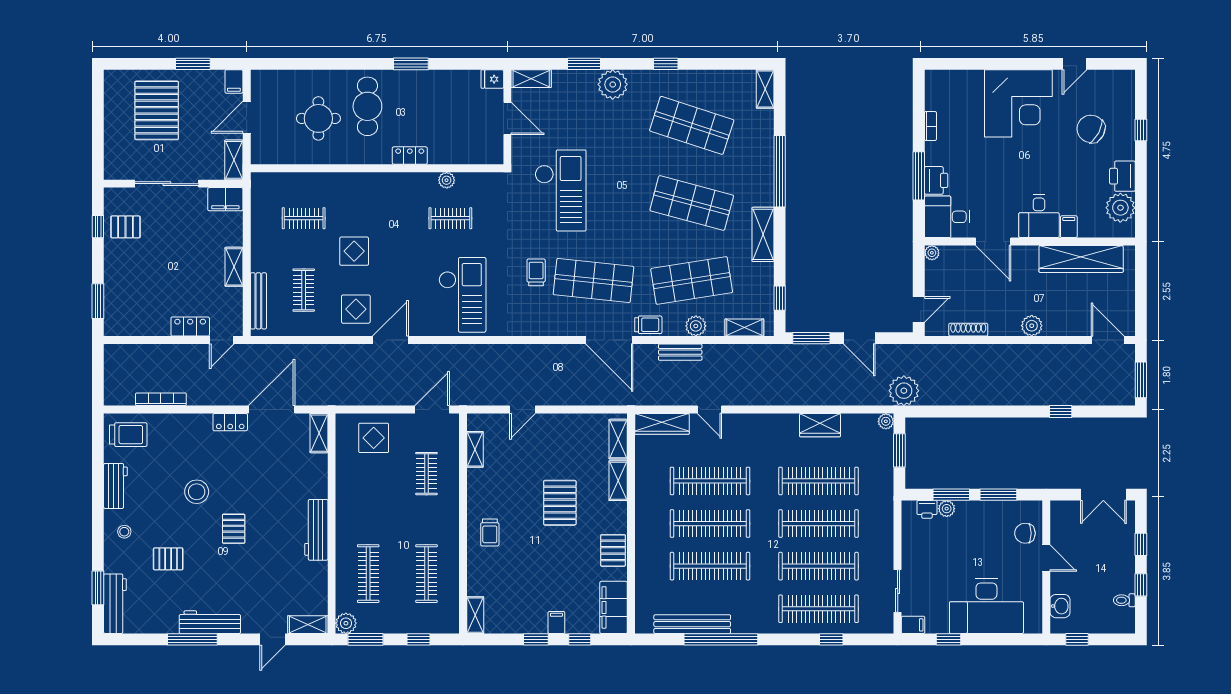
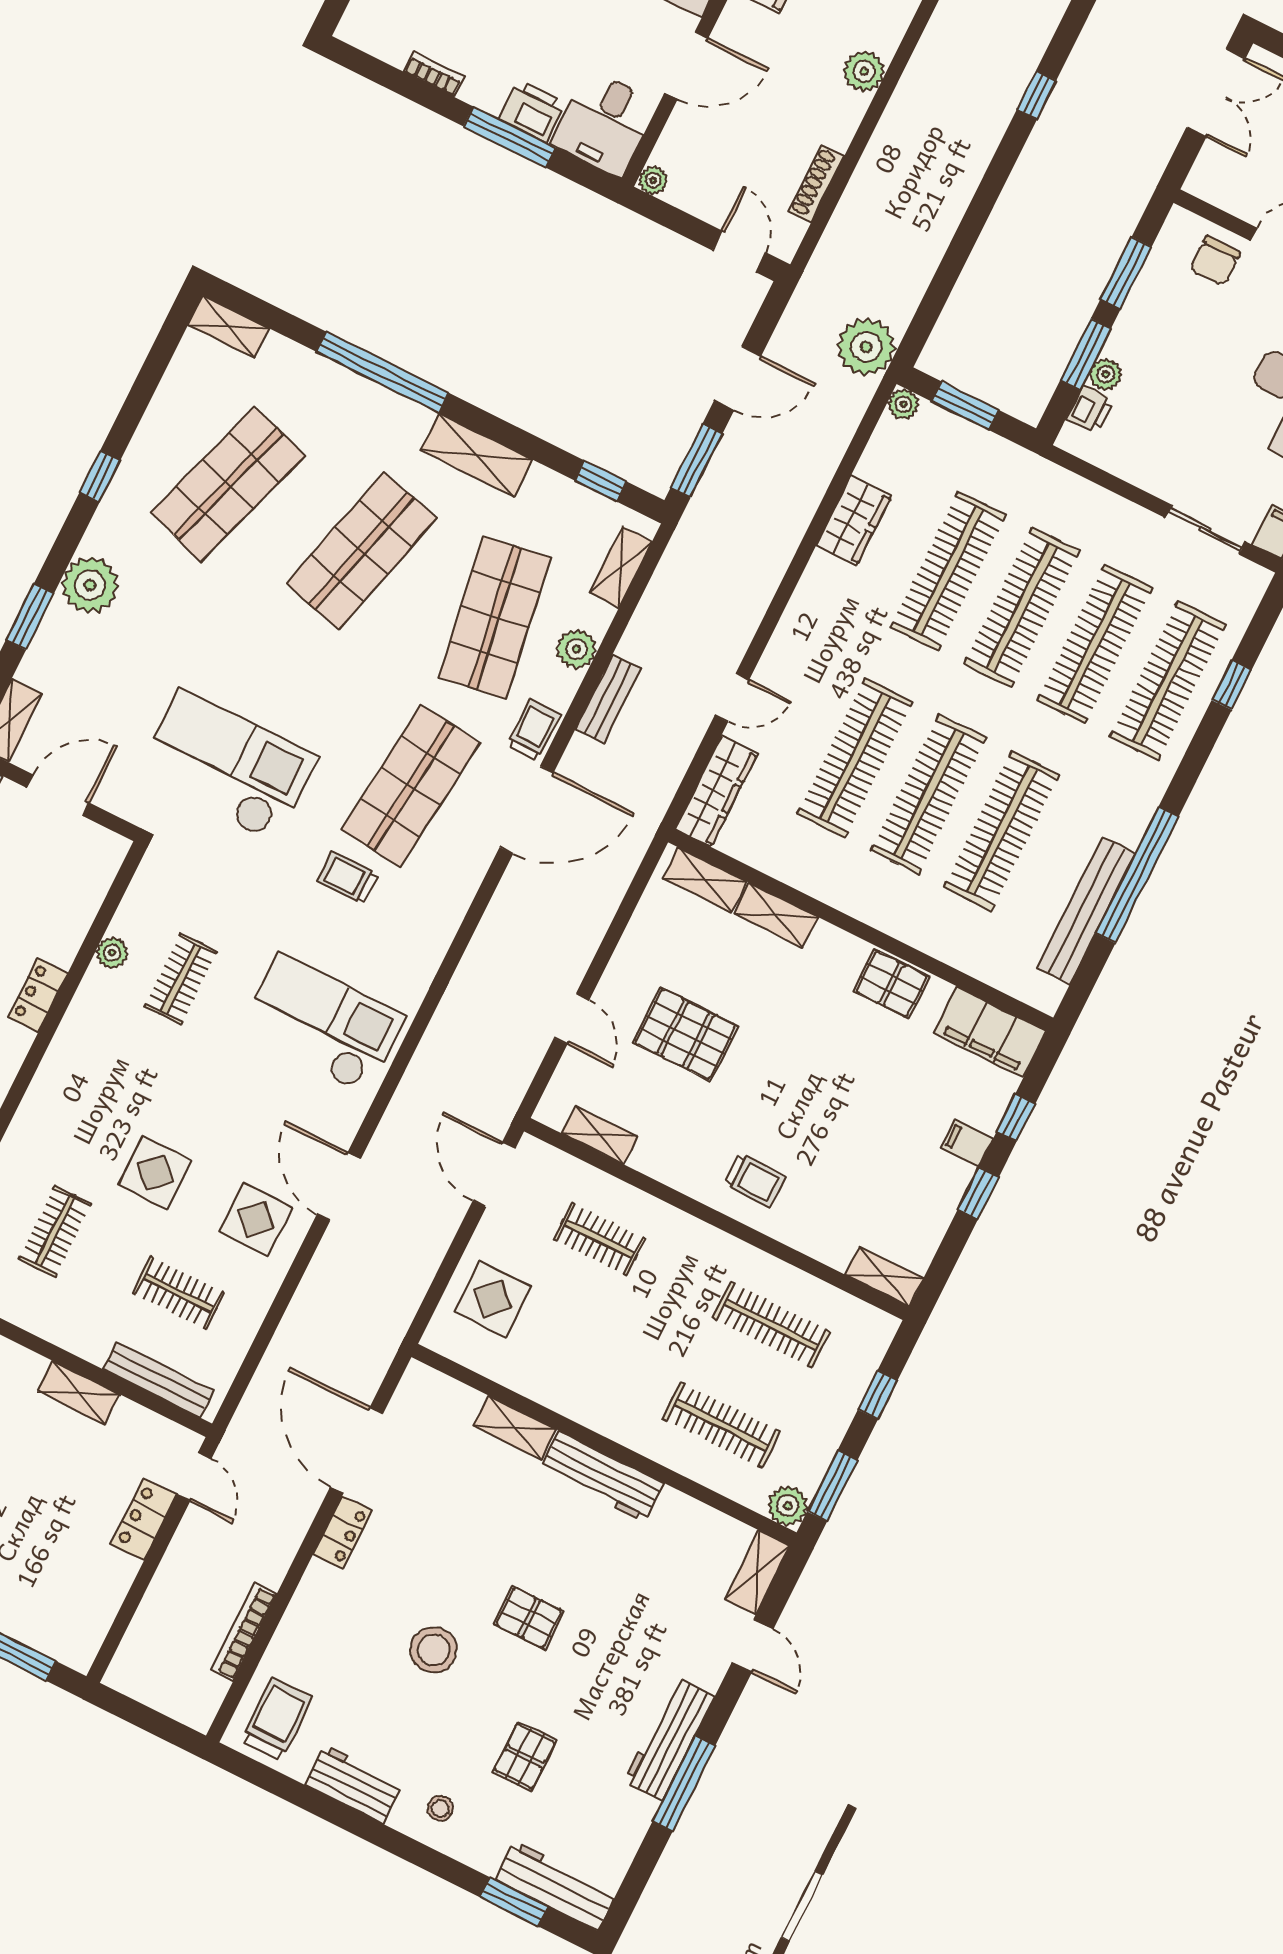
shelving: (319, 433) -> (515, 1428), moved
pallet: (560, 503) -> (685, 1034), moved

